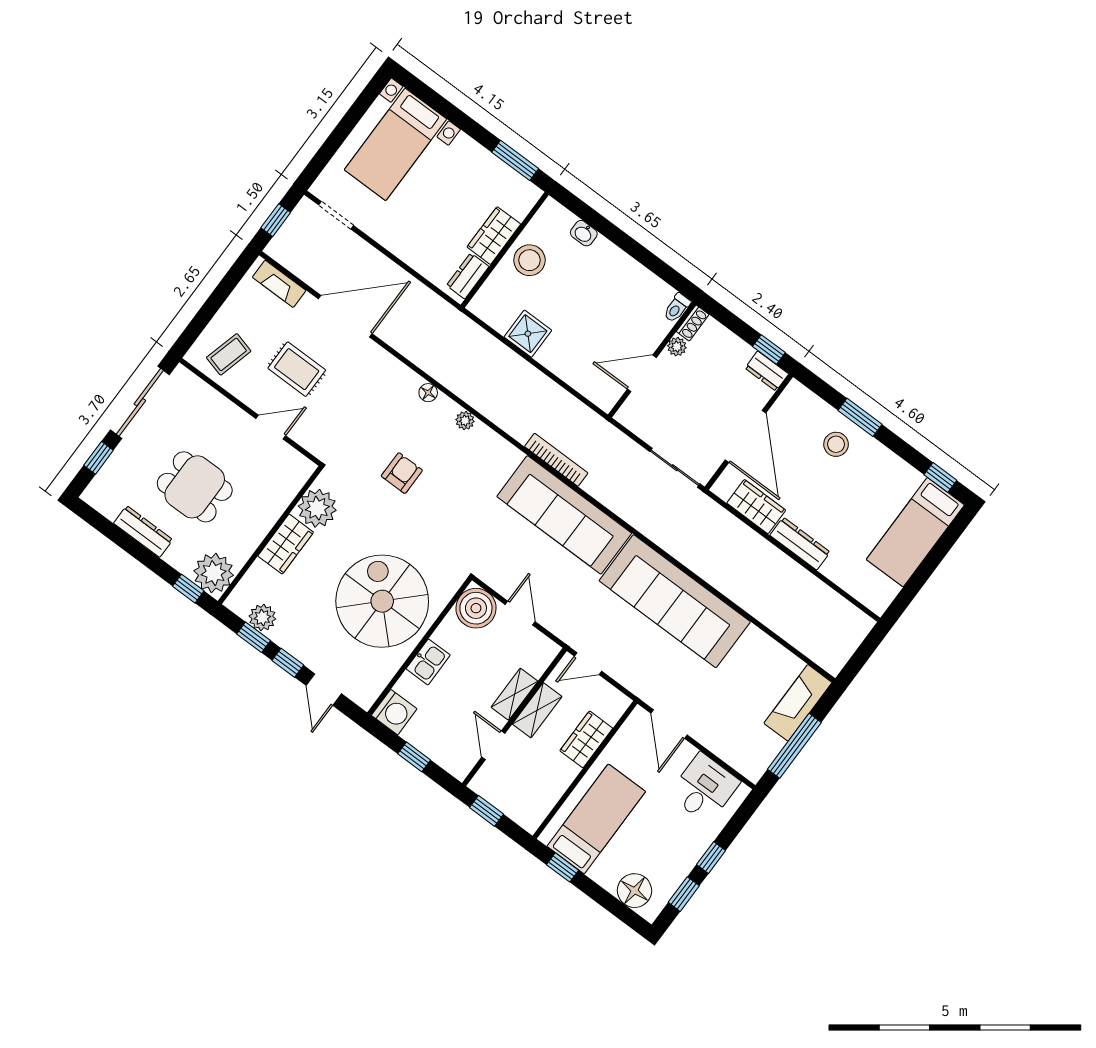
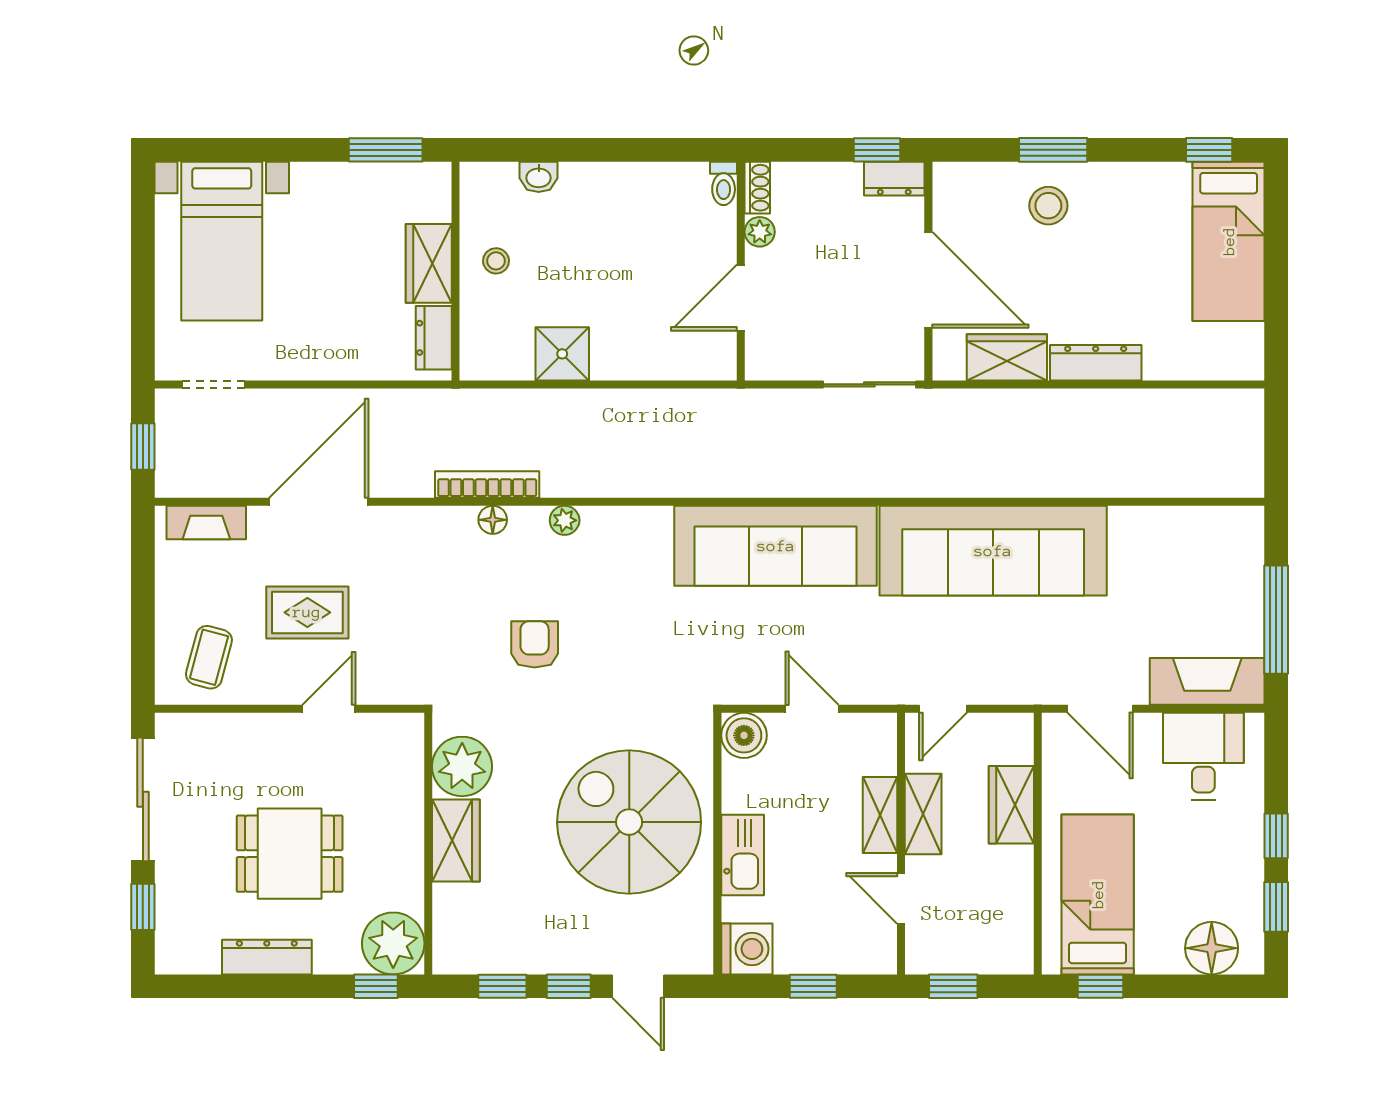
stool: (529, 260) -> (496, 261), width x0.53, depth x0.53
bookcase: (556, 460) -> (487, 484), moved
boiler: (476, 608) -> (744, 735), width x0.73, depth x0.73
plant: (262, 618) -> (495, 953), removed
kitchen sink: (428, 662) -> (743, 855), width x1.38
fireplace: (798, 703) -> (1207, 681), moved, turned 90

